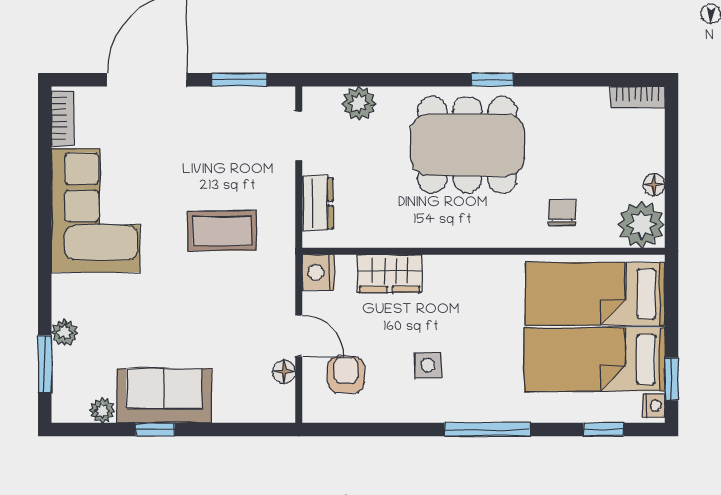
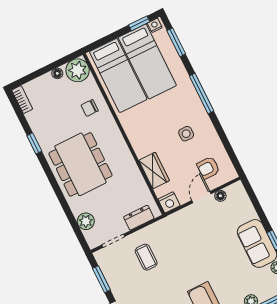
window: (492, 80) -> (34, 143), moved
coffee table: (222, 231) -> (146, 257), moved, width x0.73, depth x0.77
window: (603, 429) -> (176, 42), width x1.50

